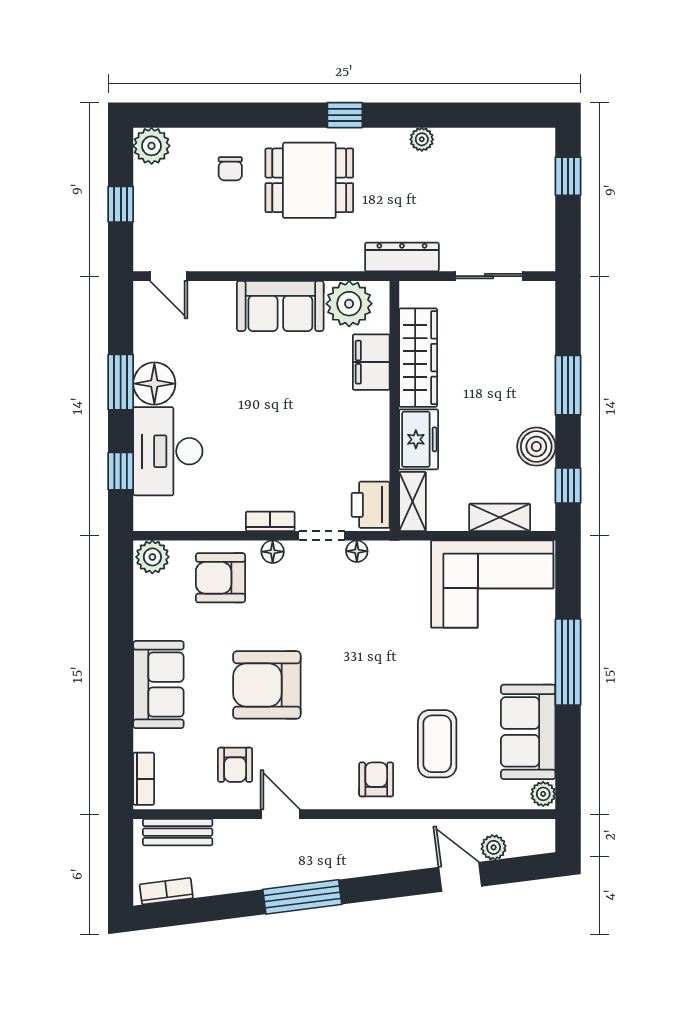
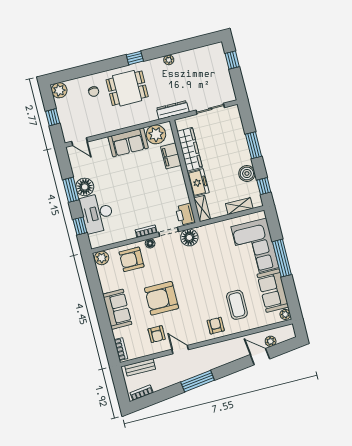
floor lamp: (357, 551) -> (189, 237), width x1.89, depth x1.89
corner sofa: (492, 584) -> (255, 247), moved, turned 90

